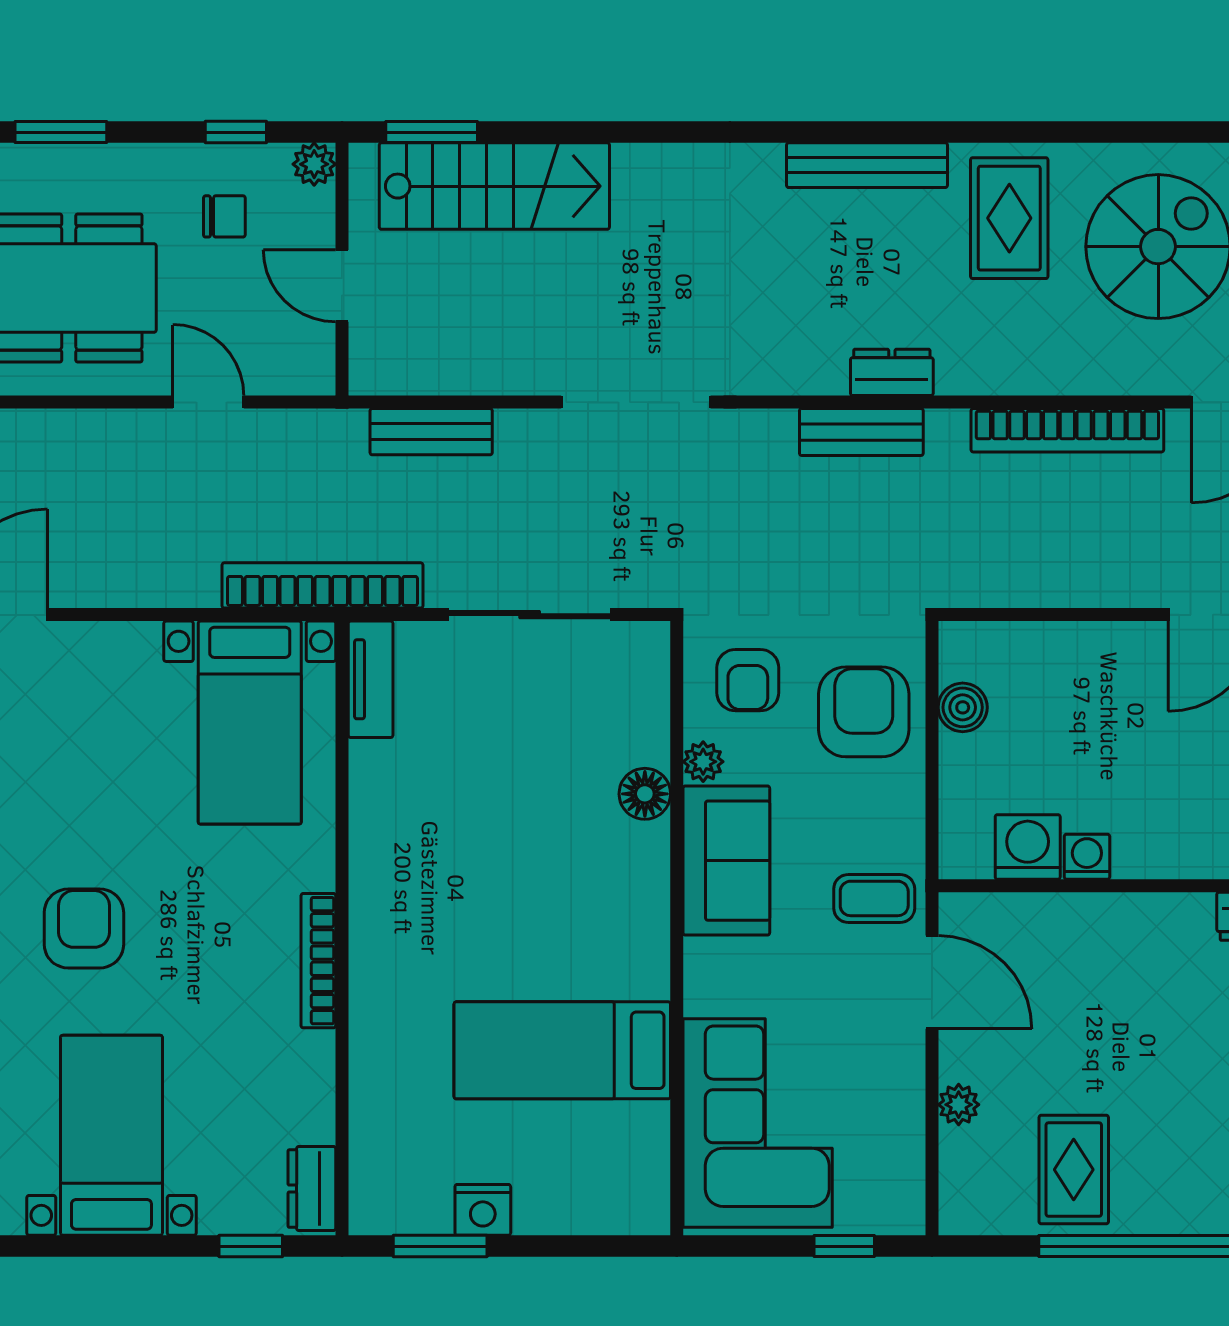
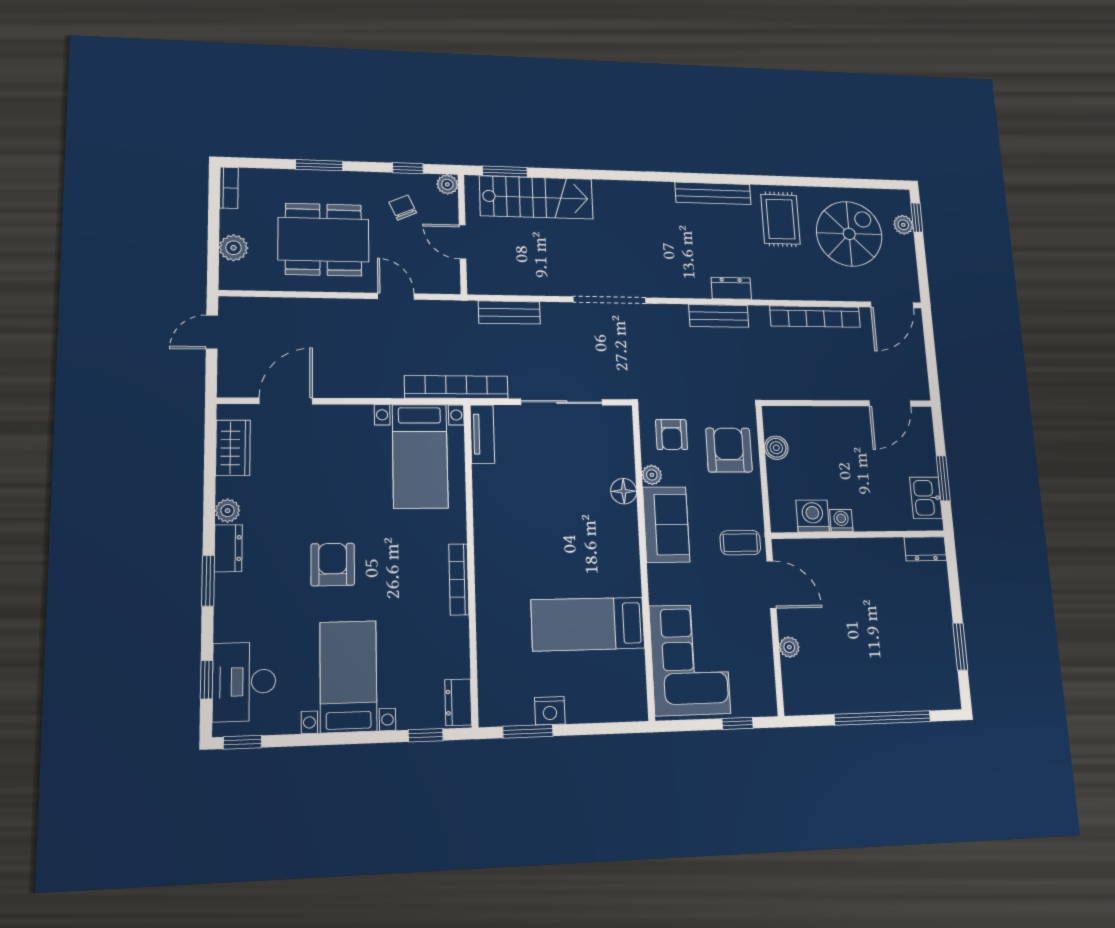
chair: (224, 216) -> (403, 208), turned -114
rug: (1074, 1170) -> (848, 679), removed

